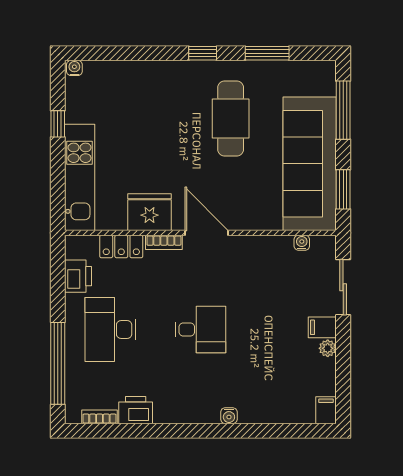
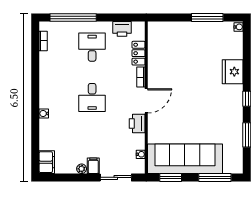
cafe table: (231, 118) -> (210, 114), removed
window: (58, 124) -> (207, 18), width x2.17
kitchen unit: (80, 177) -> (177, 30), removed
fridge: (149, 212) -> (233, 72), moved, turned 180
desk: (110, 329) -> (92, 47), width x0.73
printer: (136, 410) -> (137, 123), moved, turned 180
filing cabinet: (326, 410) -> (47, 162), width x2.00

